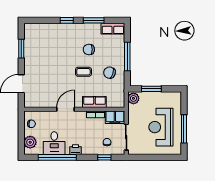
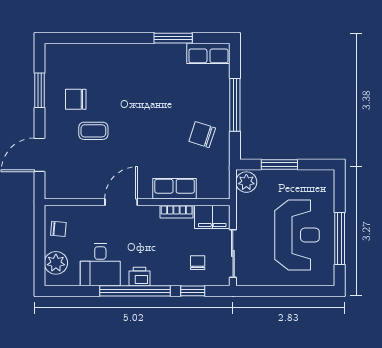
window: (67, 20) -> (123, 38), removed
chair: (89, 49) -> (76, 99), moved
coffee table: (83, 72) -> (93, 131), moved
reception desk: (161, 127) -> (297, 235), turned 180
window: (57, 157) -> (135, 291), moved

